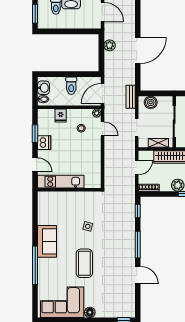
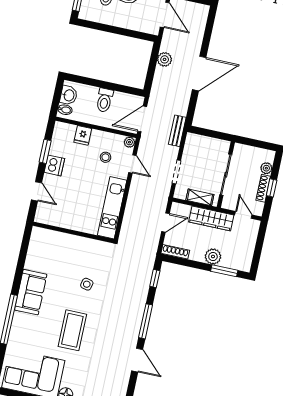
boiler: (151, 102) -> (201, 144), removed
kitchen unit: (61, 182) -> (112, 208), moved, turned -90

